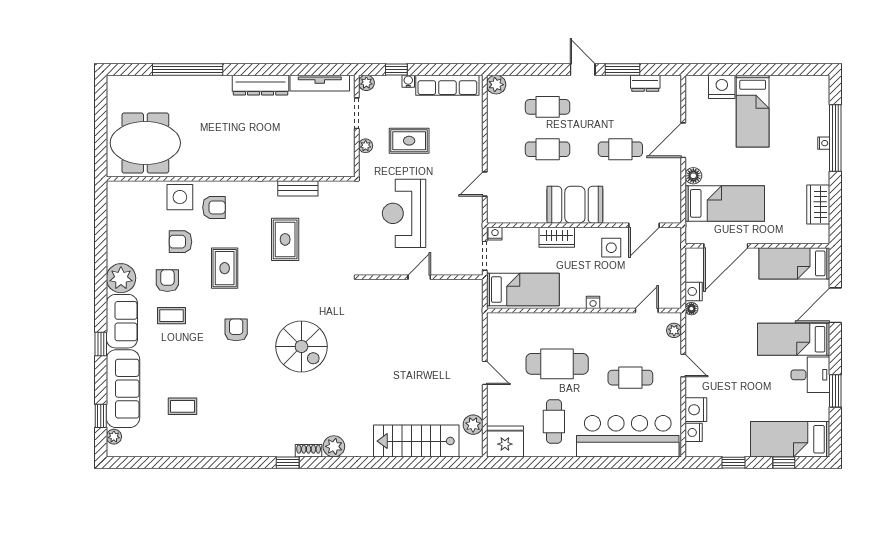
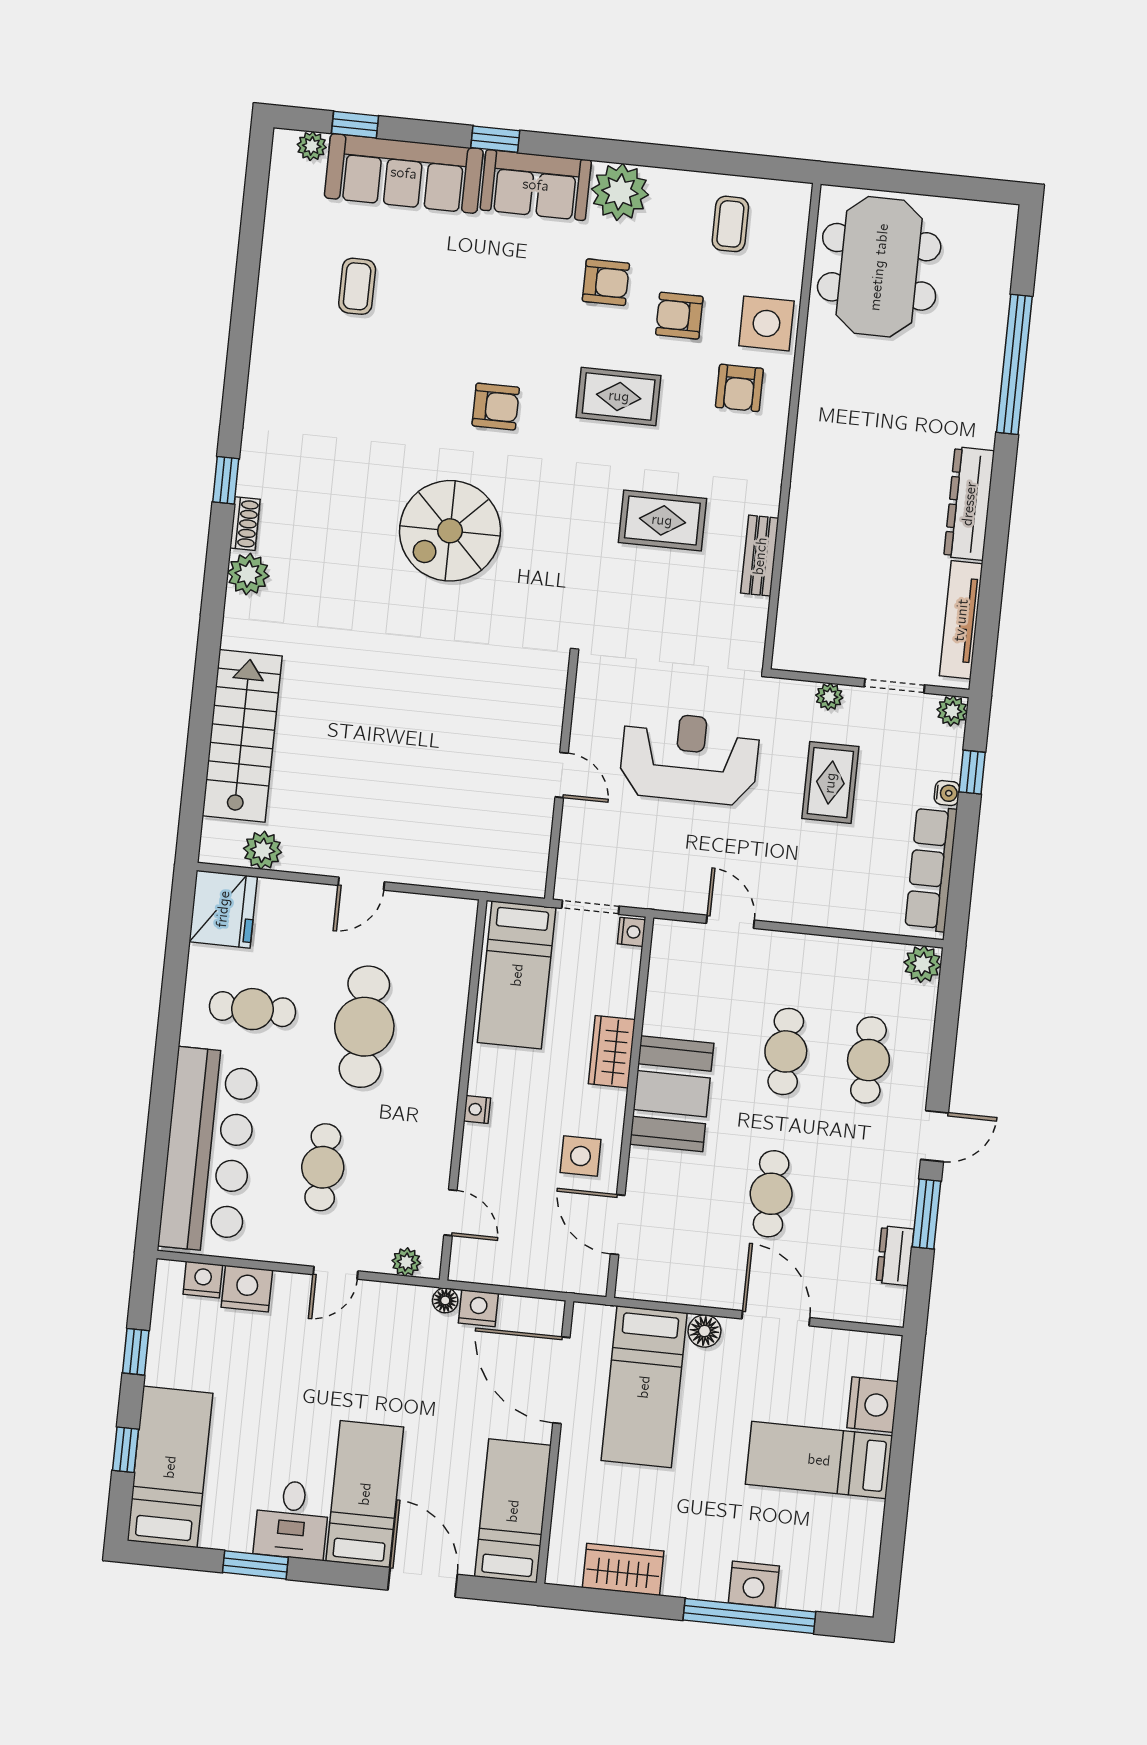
nightstand: (824, 143) -> (754, 1584), width x1.89, depth x1.79
armchair: (181, 242) -> (679, 316), turned -90
coffee table: (172, 316) -> (730, 224), moved

